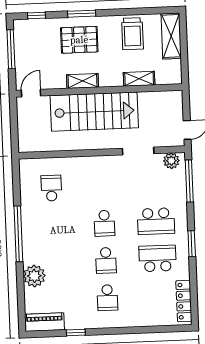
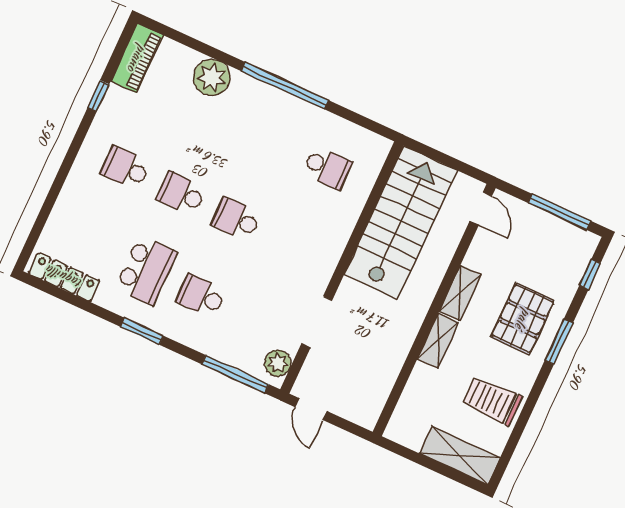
shelving: (139, 79) -> (438, 341), moved
stairs: (94, 112) -> (401, 222), moved, turned 180
school desk: (156, 221) -> (201, 296), width x0.54

